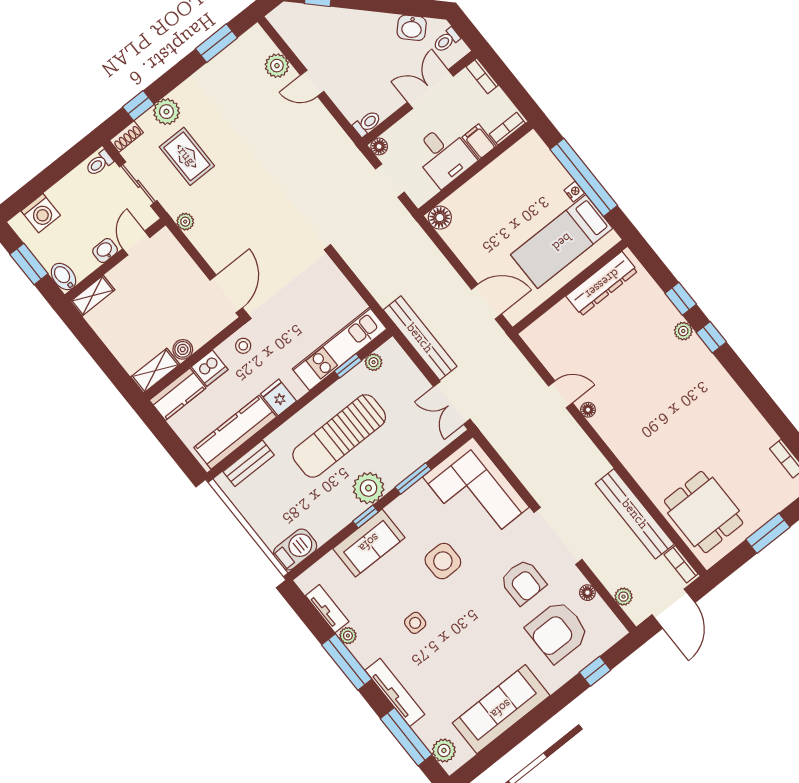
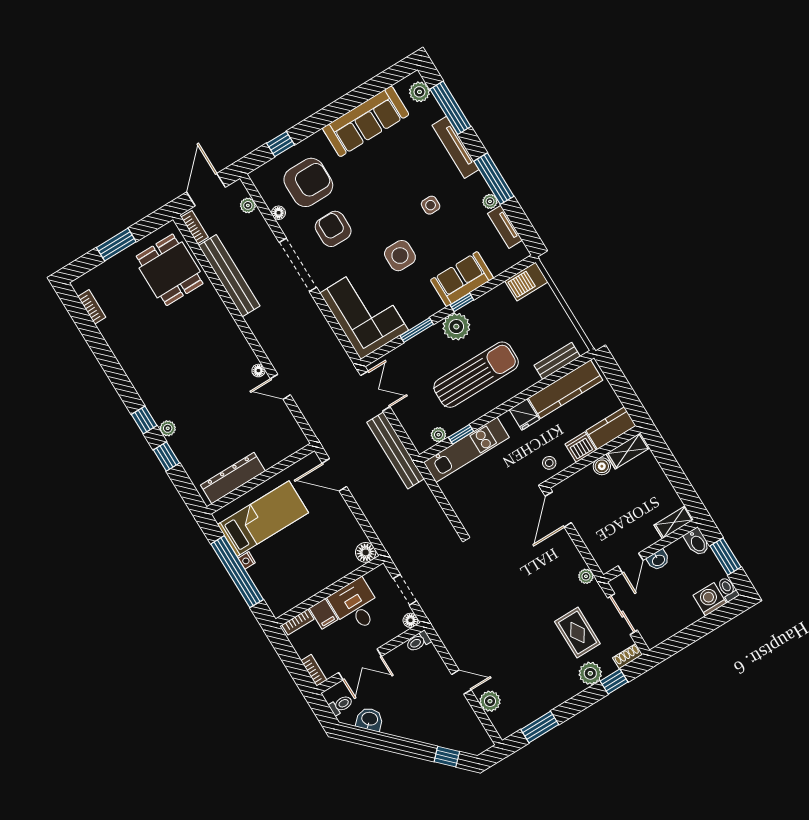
toilet: (99, 163) -> (728, 589), moved, turned -90

